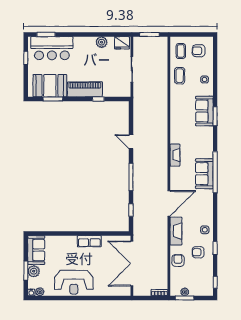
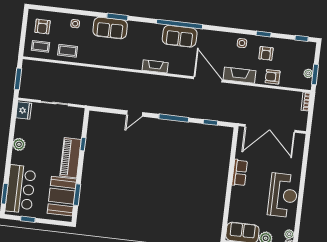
plant: (102, 42) -> (19, 144), moved

